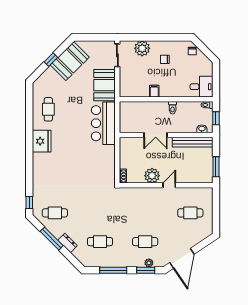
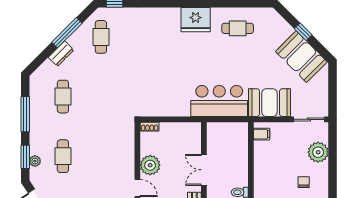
filing cabinet: (154, 91) -> (262, 134), moved

